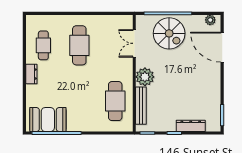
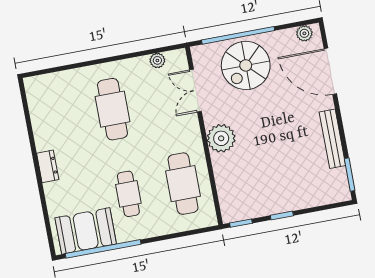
plant: (114, 20) -> (157, 60), added
spiral stairs: (169, 33) -> (246, 65), turned 90
cafe table: (43, 45) -> (128, 194), moved
bench: (141, 106) -> (332, 139), moved
dresser: (191, 126) -> (305, 200), removed

